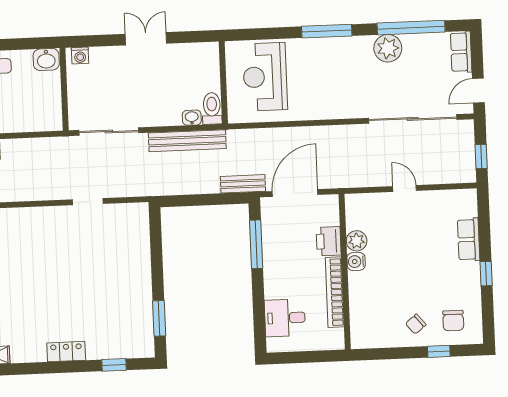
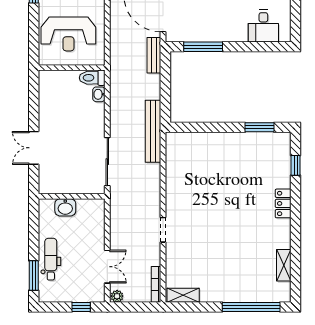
double door: (146, 39) -> (34, 148), moved
washing machine: (80, 56) -> (45, 182), removed
washbasin: (46, 59) -> (65, 207), moved, turned 90
bench: (187, 141) -> (153, 131), moved
doorway: (88, 202) -> (163, 230), moved

